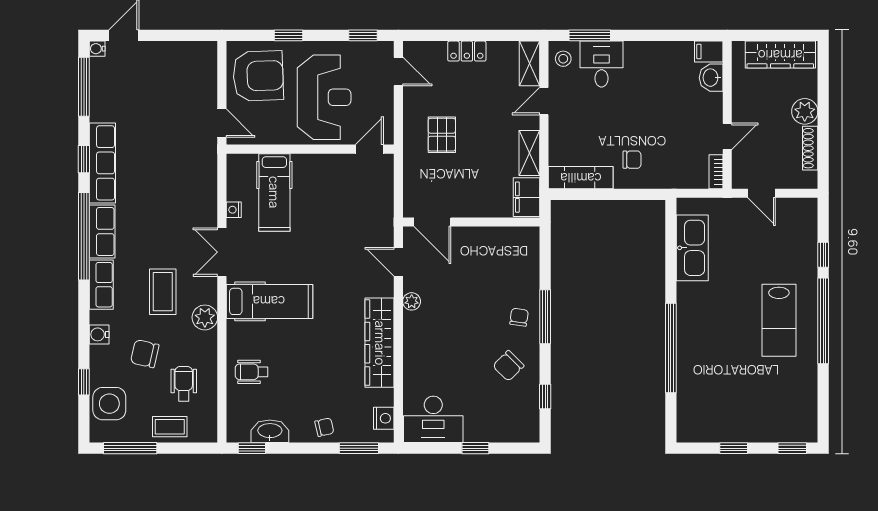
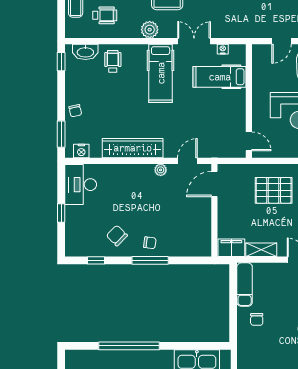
pallet: (442, 135) -> (274, 190), width x1.50, depth x1.42
wall: (310, 149) -> (249, 101), moved
door: (369, 149) -> (249, 141), moved
hospital bed: (274, 192) -> (220, 77), moved
washbasin: (270, 431) -> (85, 52), moved, turned 90

